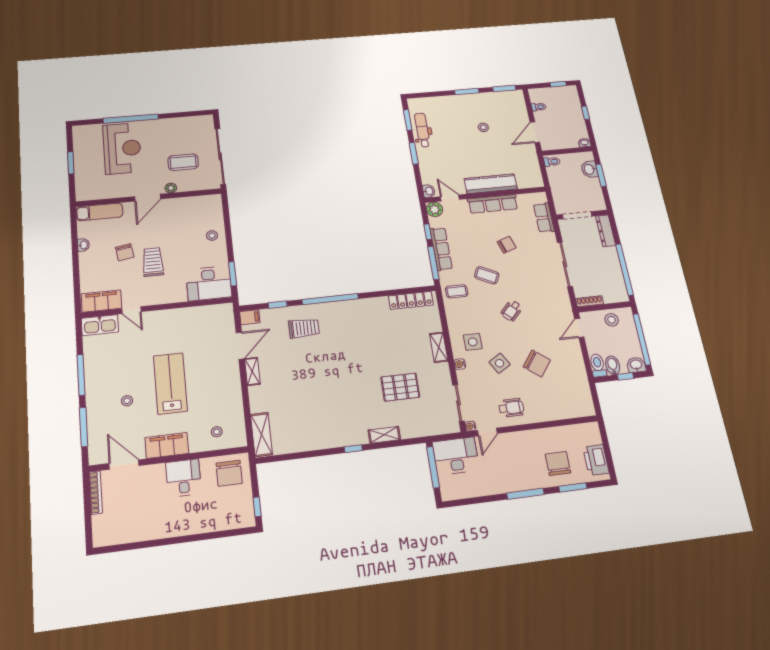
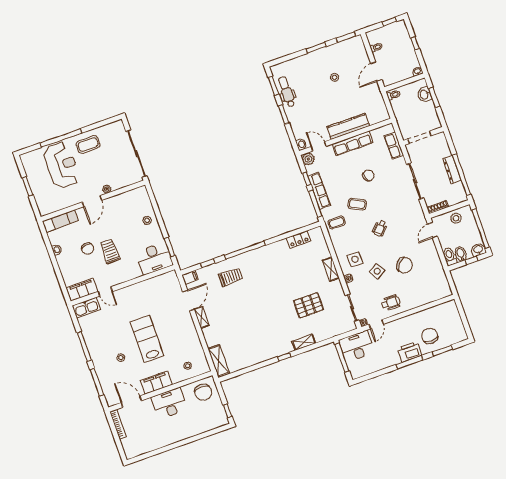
coffee table: (183, 162) -> (88, 144), moved
dresser: (606, 231) -> (452, 169), moved
locker: (411, 300) -> (299, 239), width x0.66
printer: (596, 460) -> (410, 352), moved, turned 90
desk: (183, 478) -> (169, 403), width x1.37

